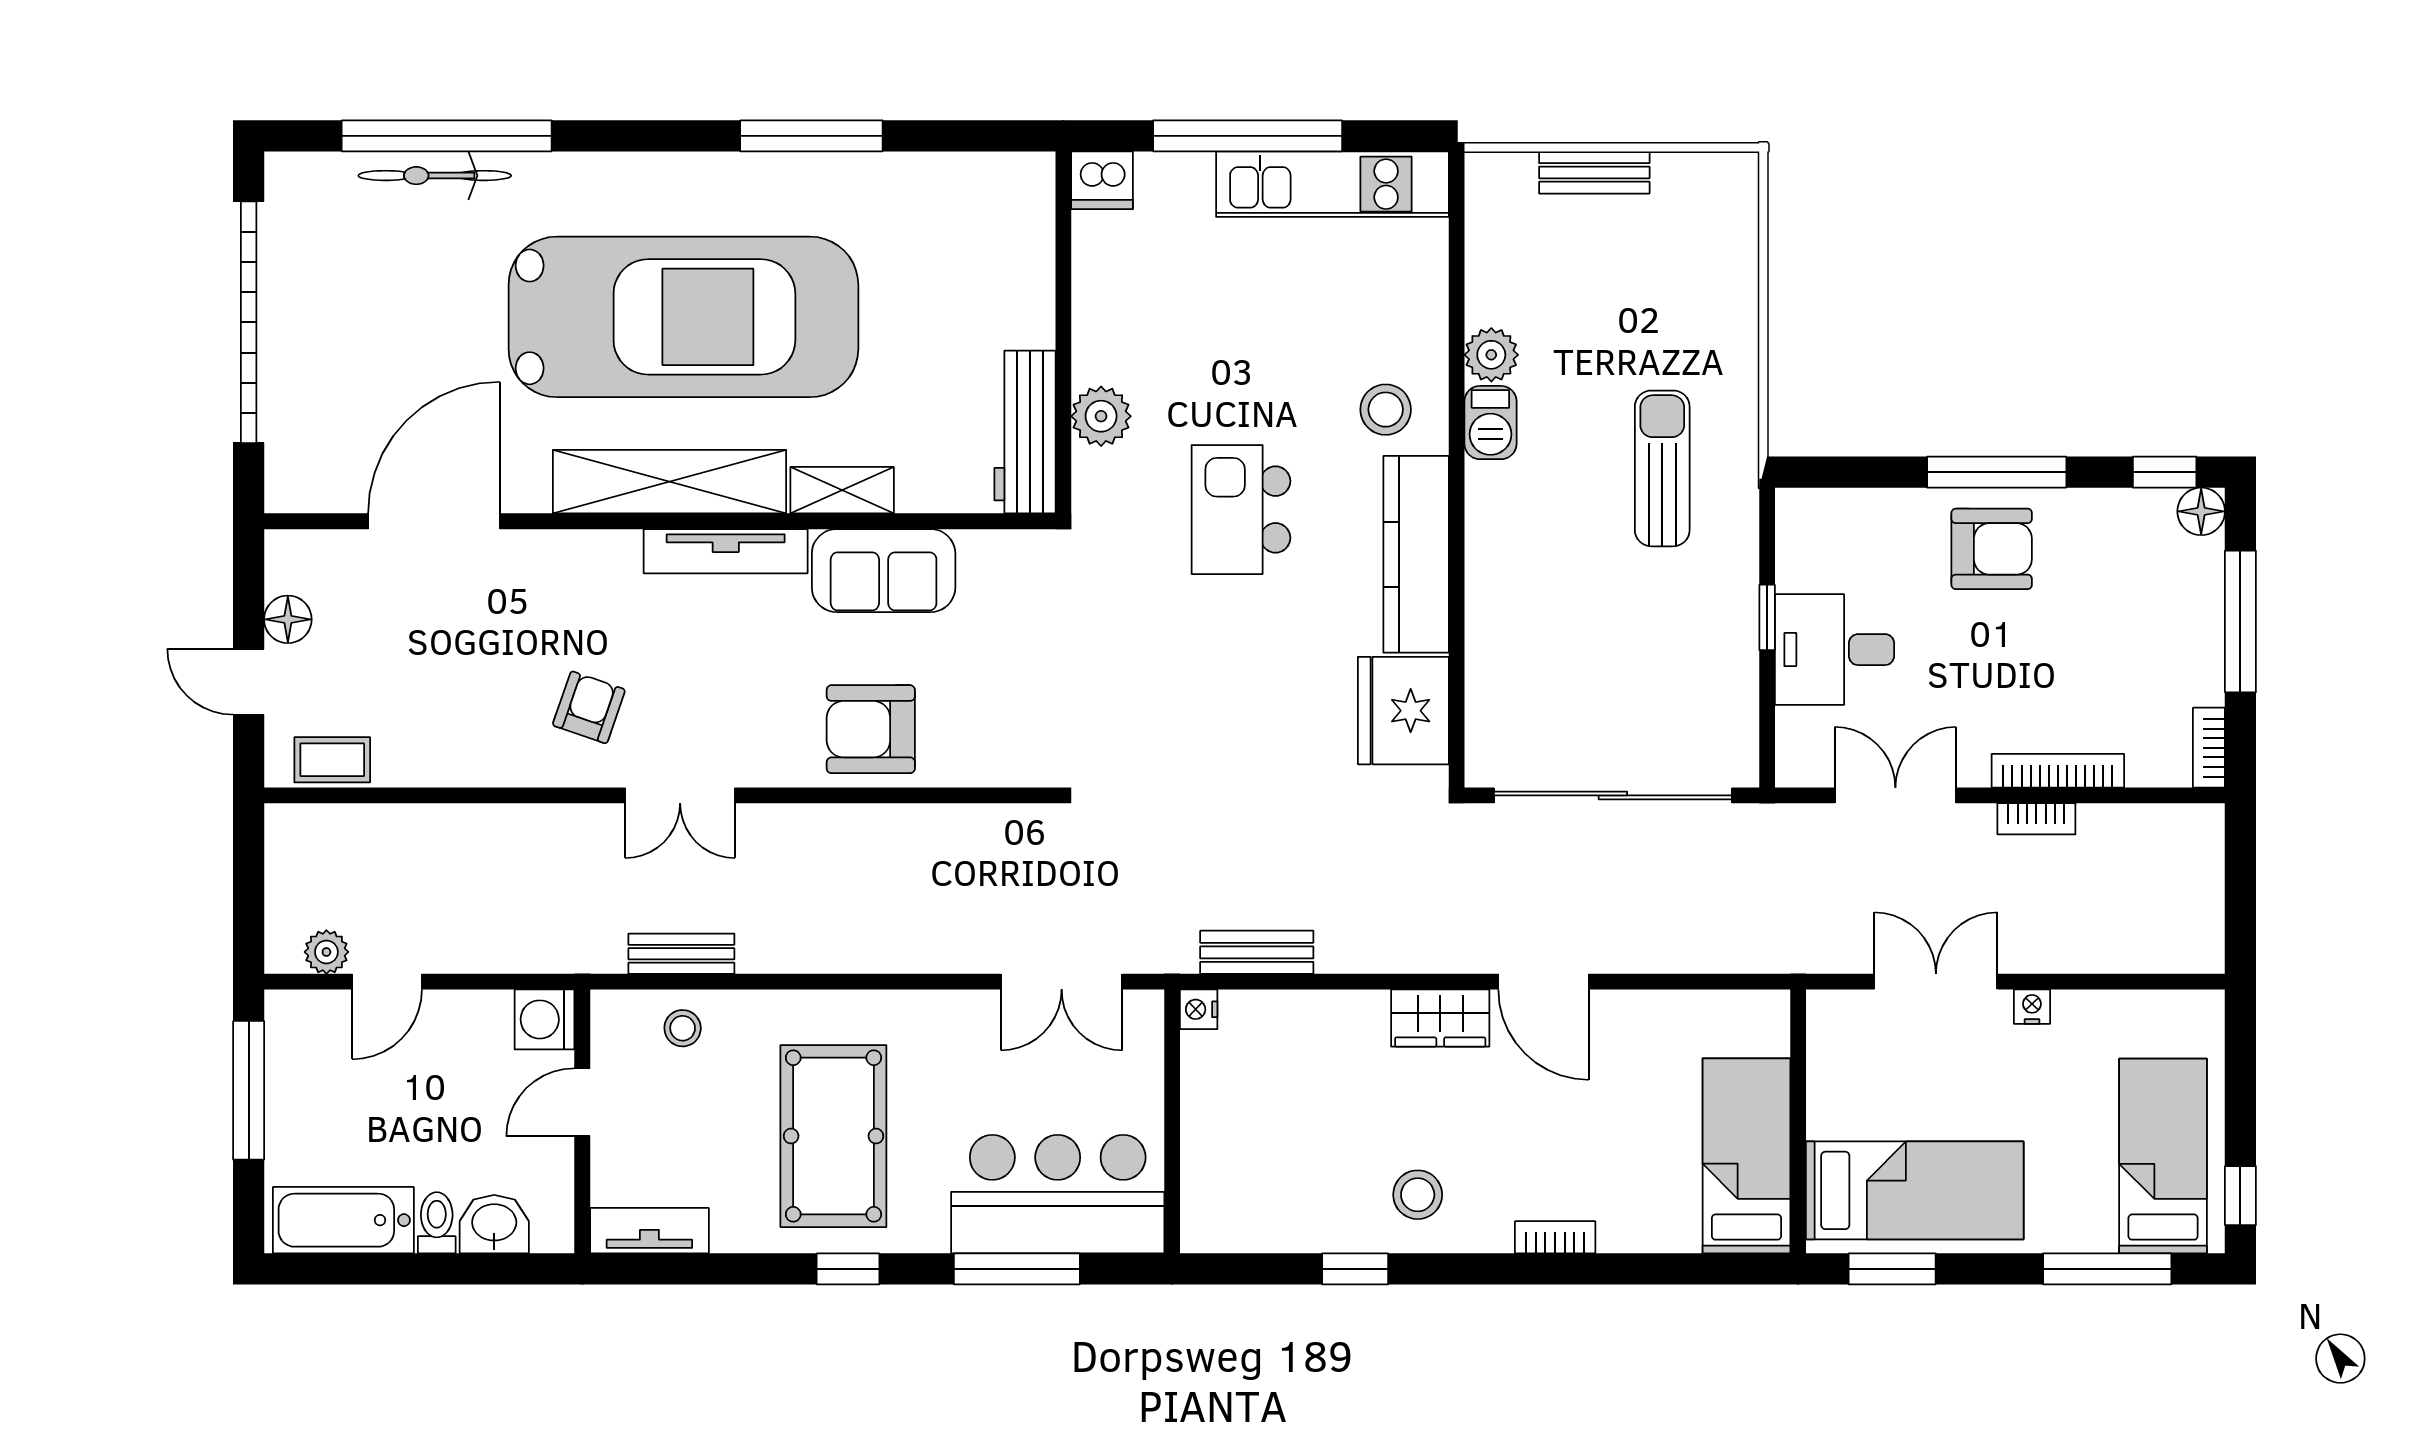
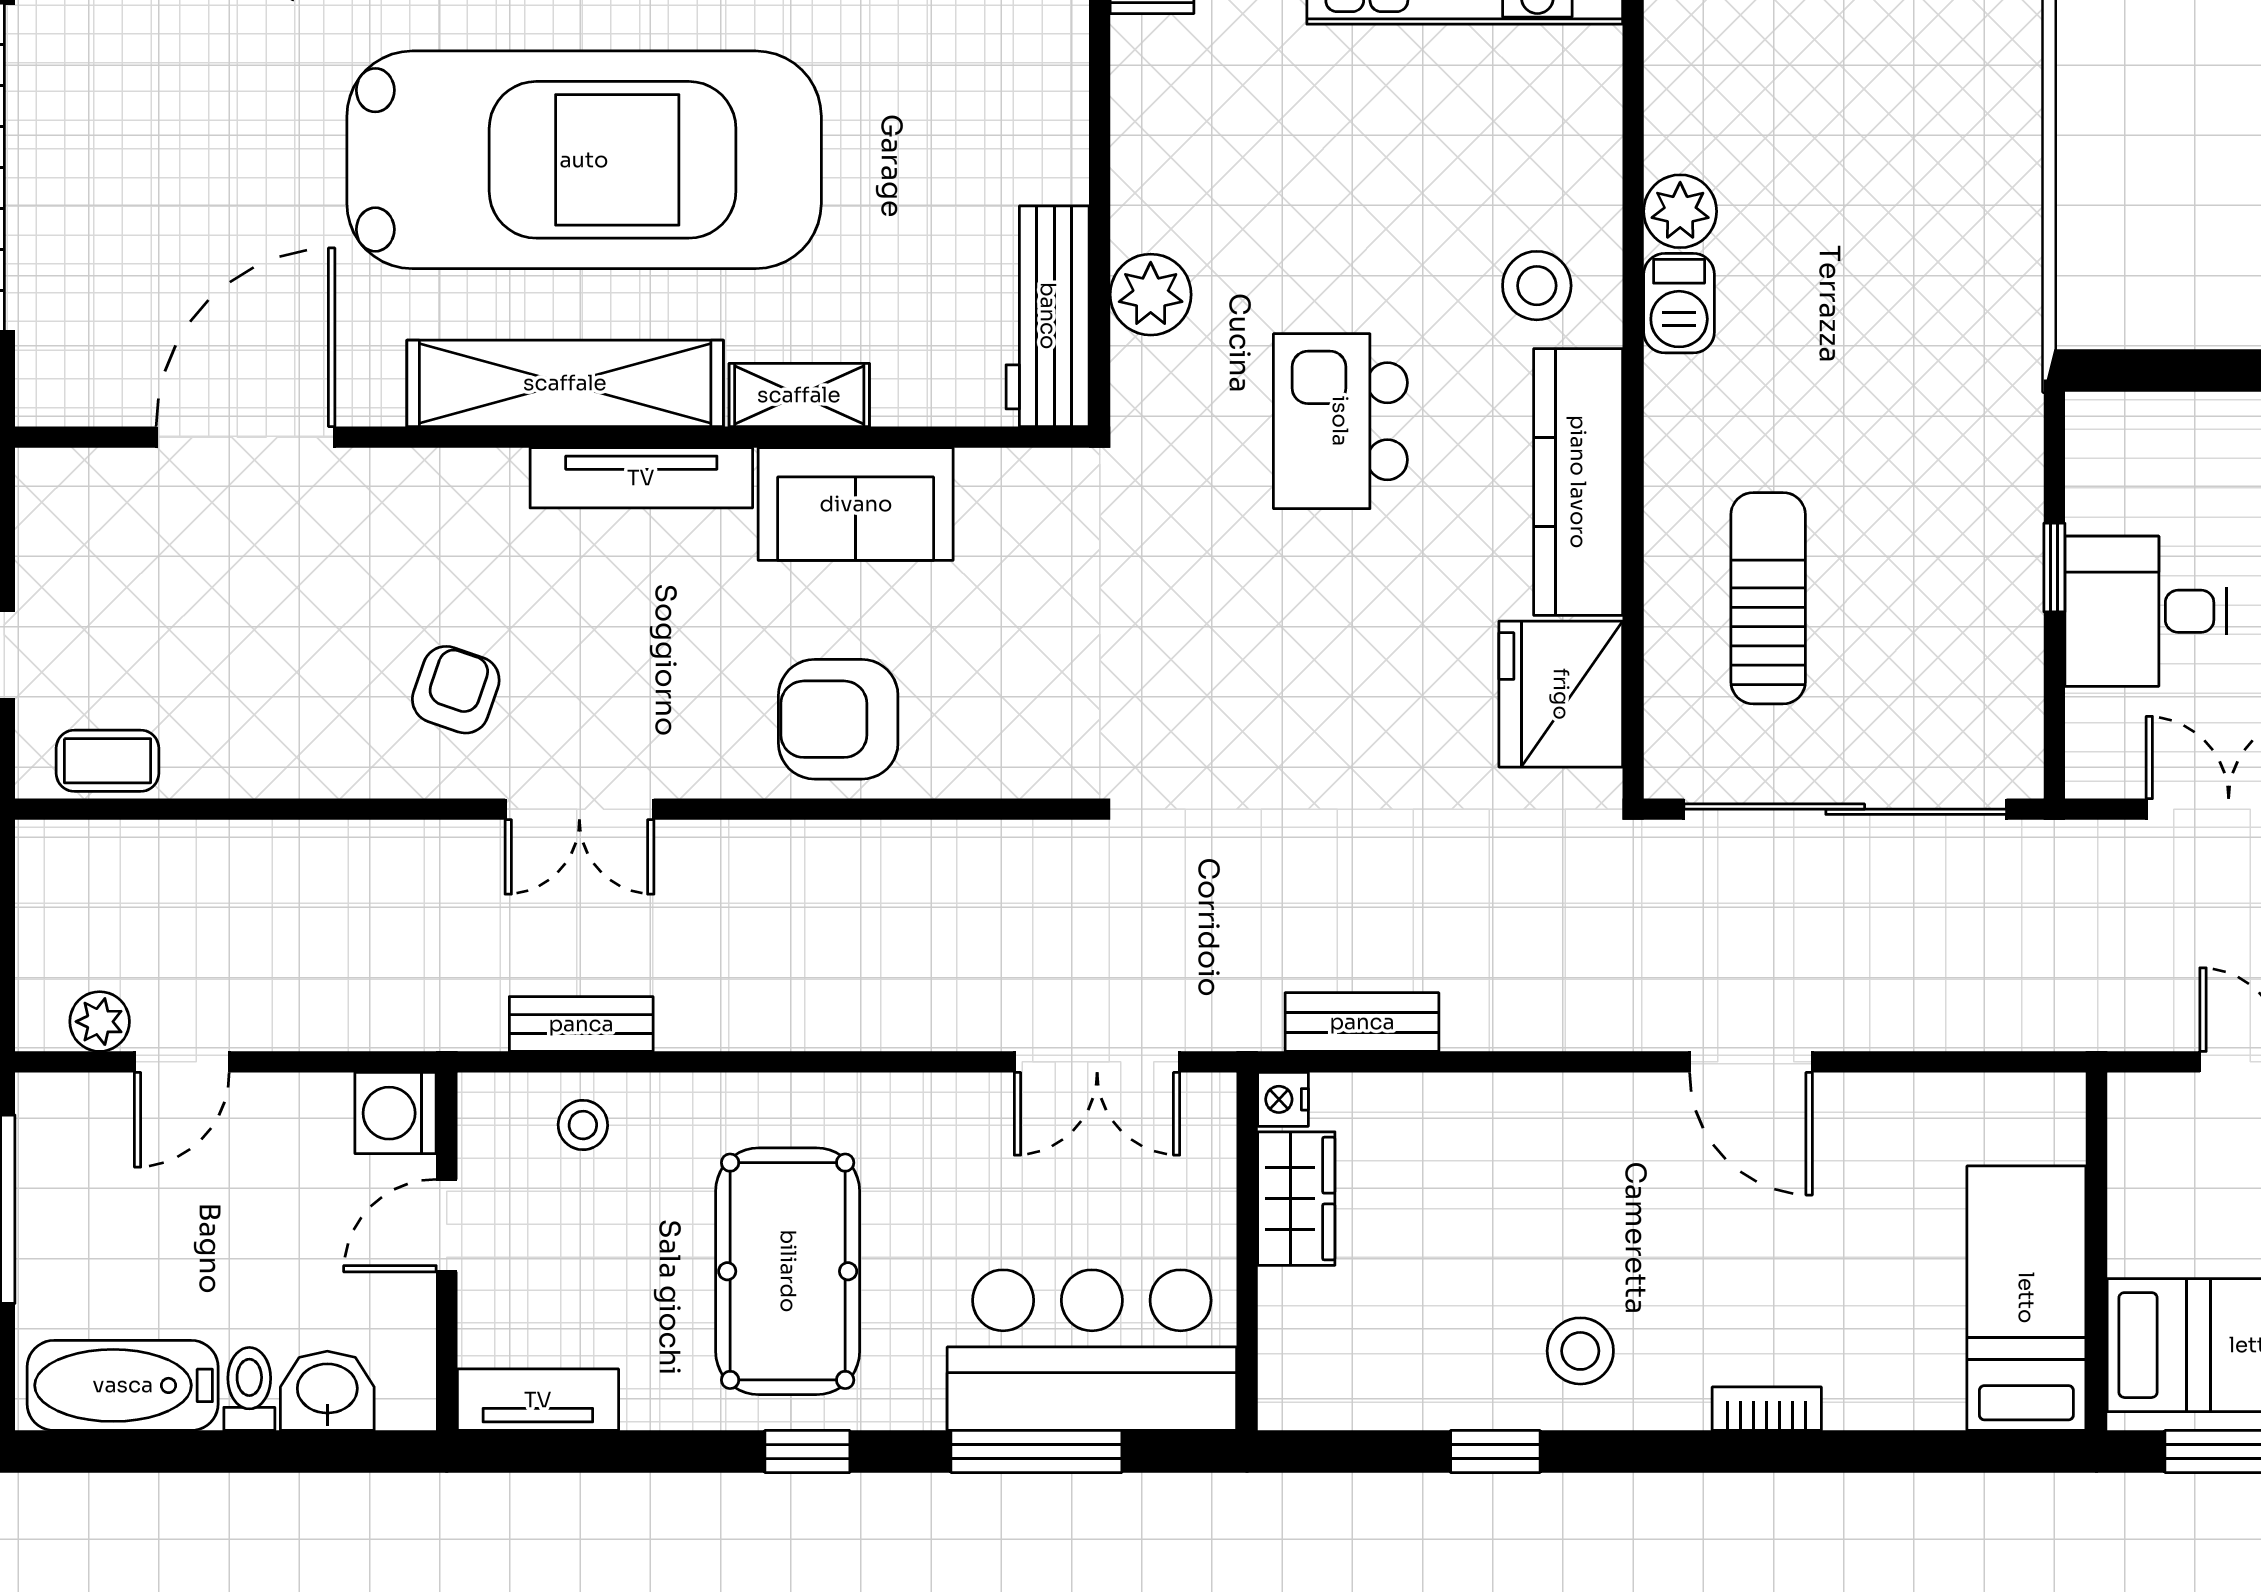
sun lounger: (1662, 468) -> (1768, 598), moved
floor lamp: (288, 619) -> (47, 570), removed
wardrobe: (1440, 1018) -> (1296, 1199), moved, turned -90

